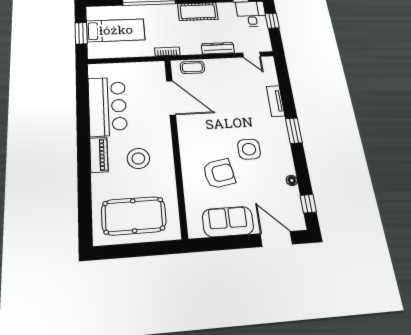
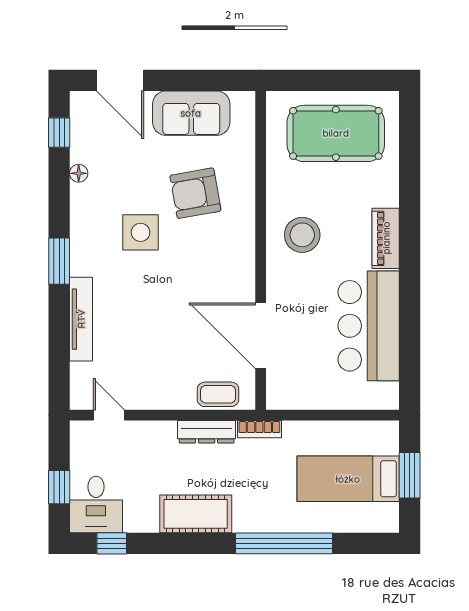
dresser: (218, 48) -> (207, 432), moved
tv unit: (276, 101) -> (81, 319), width x1.41
stool: (138, 158) -> (302, 235), moved

